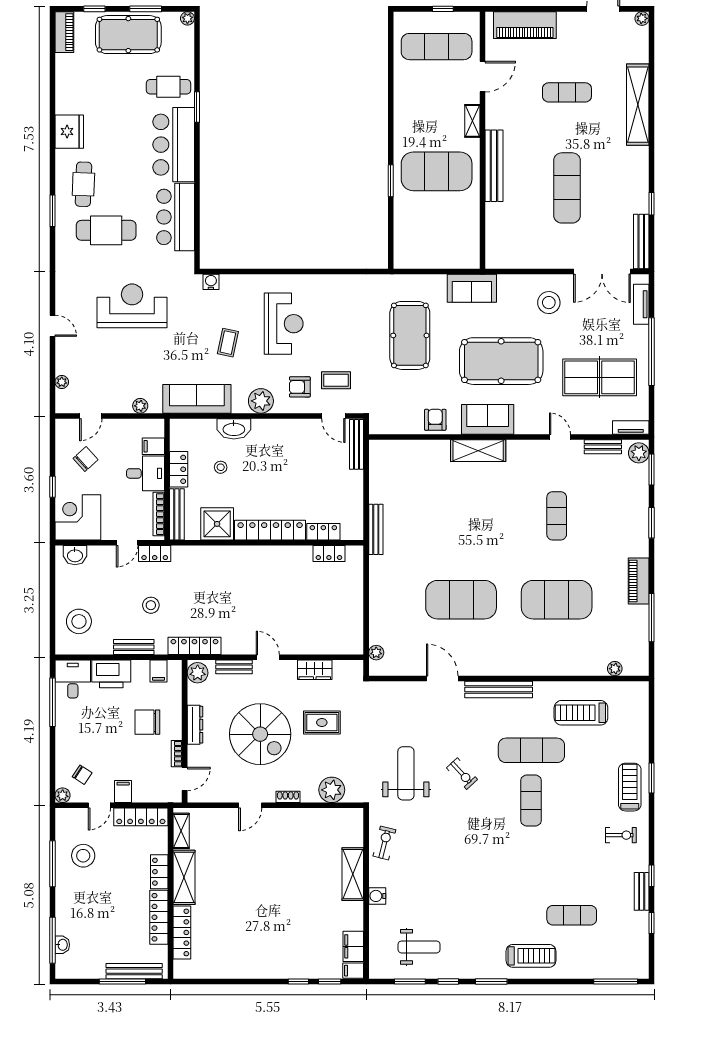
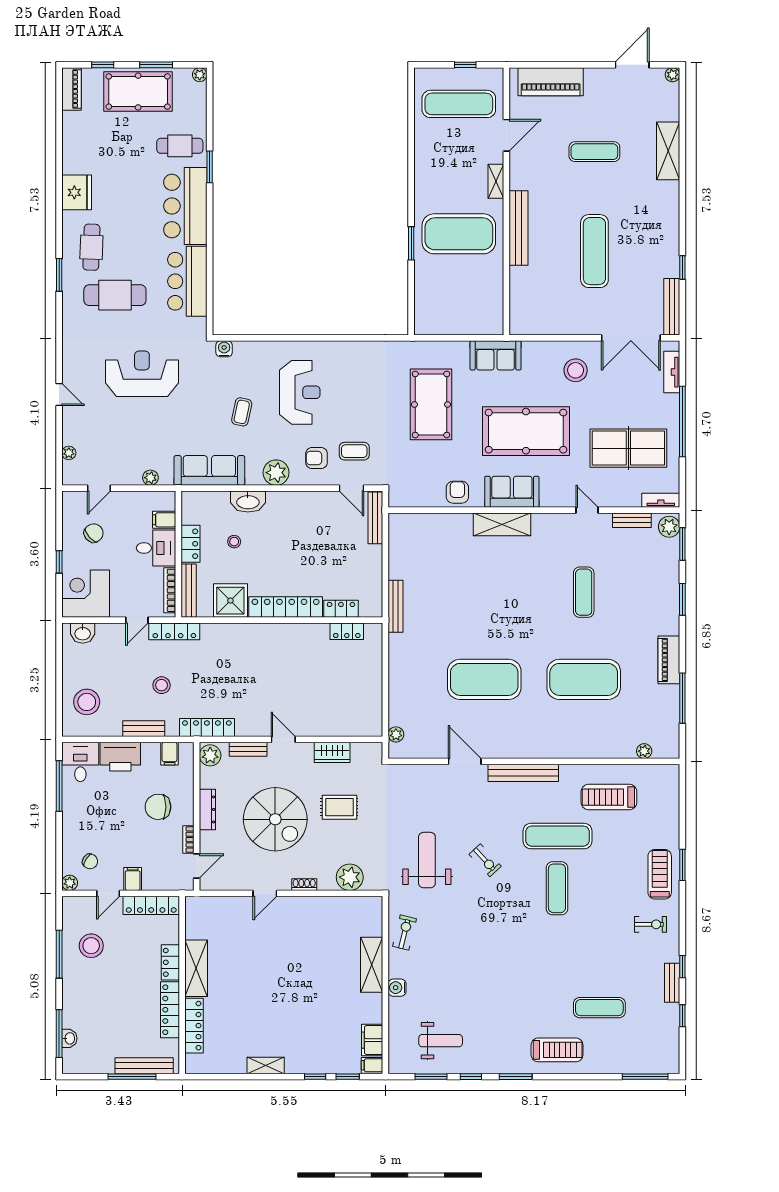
shelving: (638, 105) -> (668, 151), width x0.68
locker: (155, 554) -> (174, 631), width x1.53
shelving: (181, 831) -> (266, 1066), moved, turned 90

